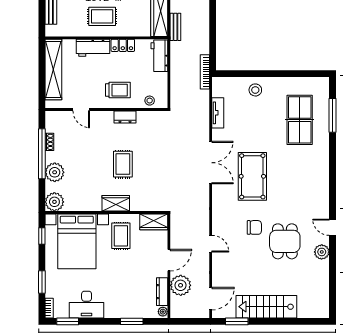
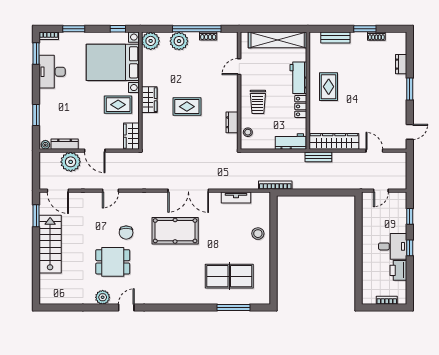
dresser: (125, 117) -> (232, 122), moved

